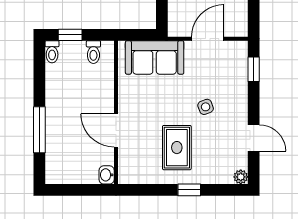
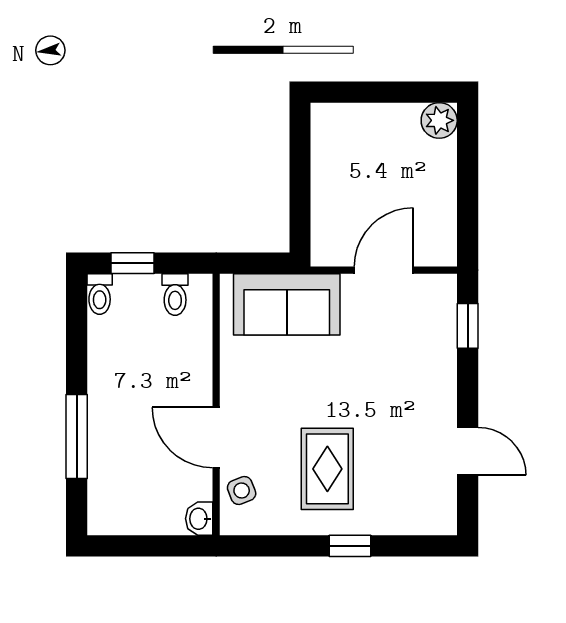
side table: (206, 107) -> (242, 490), moved
plant: (241, 177) -> (444, 522), removed

